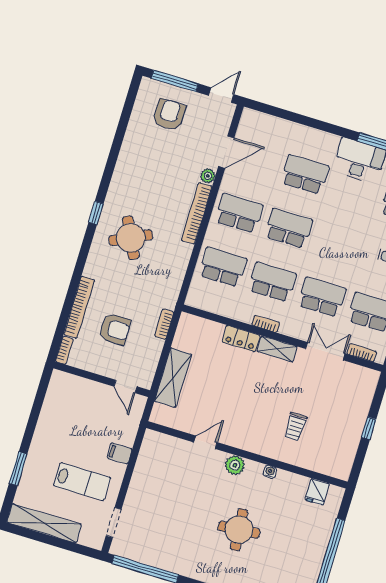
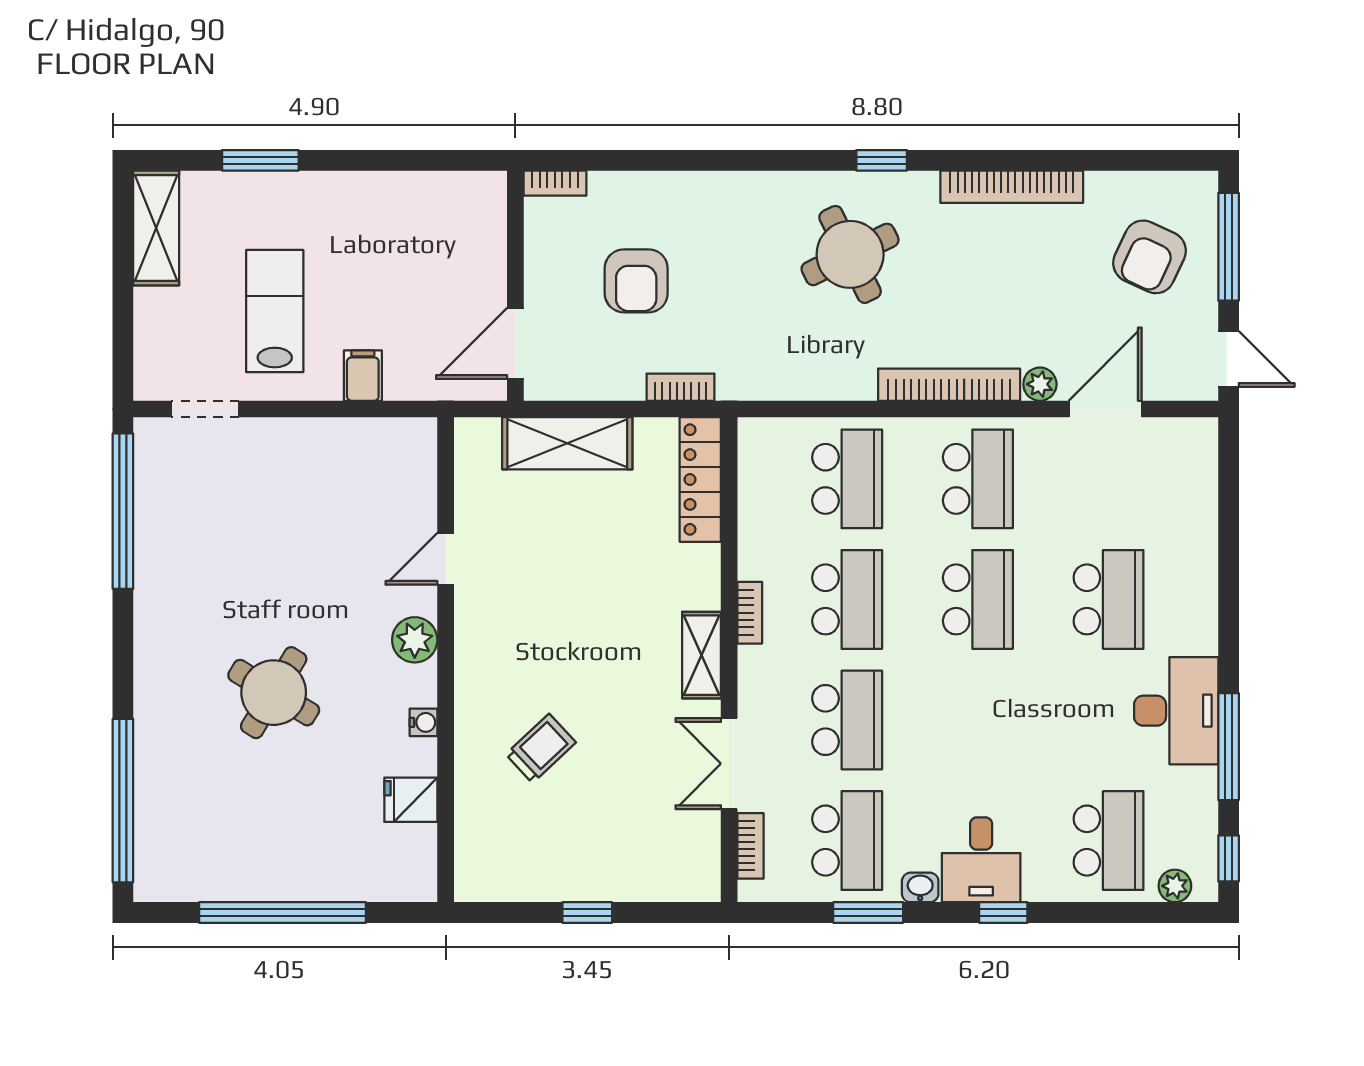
armchair: (169, 115) -> (1150, 257), turned 115
door: (226, 152) -> (1105, 409), swing flipped
bookcase: (79, 307) -> (1012, 187), moved
locker: (241, 339) -> (700, 480), moved, width x1.53
double door: (325, 351) -> (729, 764), swing flipped
door: (125, 387) -> (515, 343), width x1.38
trolley: (295, 427) -> (541, 748), turned 137
door: (205, 442) -> (446, 559), swing flipped
lab bench: (82, 482) -> (275, 311), turned 180
fridge: (317, 492) -> (411, 800), moved
shelving: (44, 523) -> (156, 228), width x0.68
round table: (239, 530) -> (274, 693), turned 36

